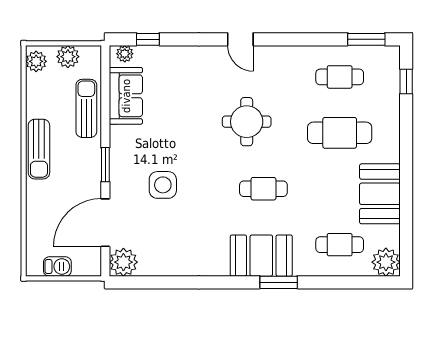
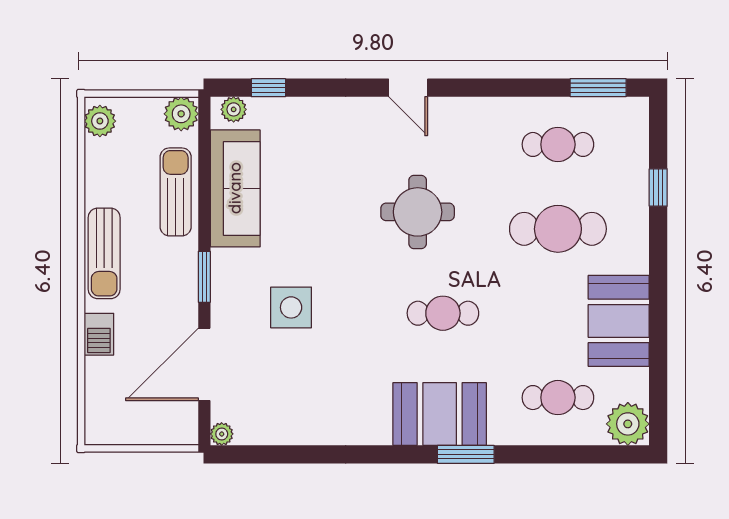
plant: (68, 57) -> (181, 114), moved
window: (406, 81) -> (658, 187), moved
sofa: (126, 96) -> (235, 188), width x1.36
plant: (123, 262) -> (222, 434), width x0.53, depth x0.53
barbecue: (57, 266) -> (99, 334), moved, turned 90

